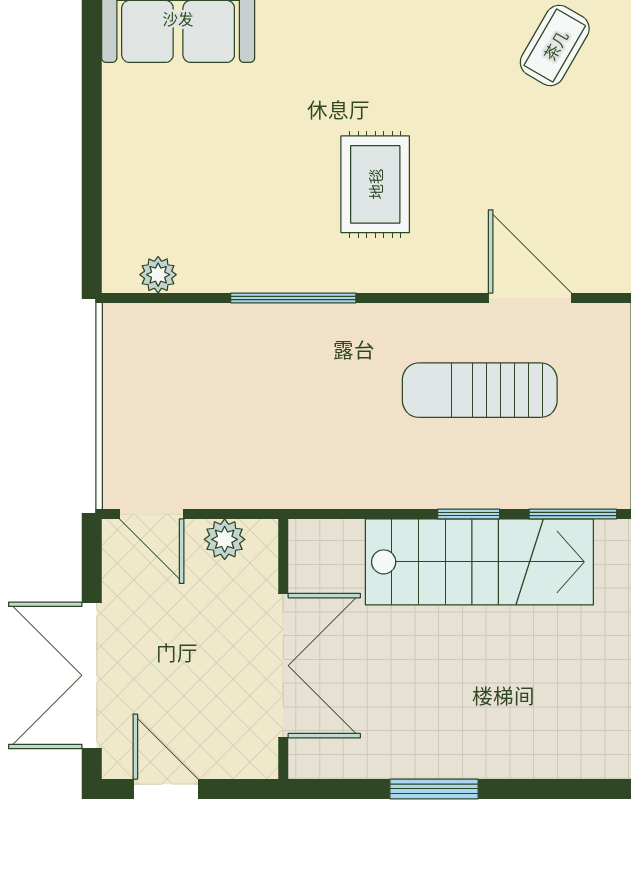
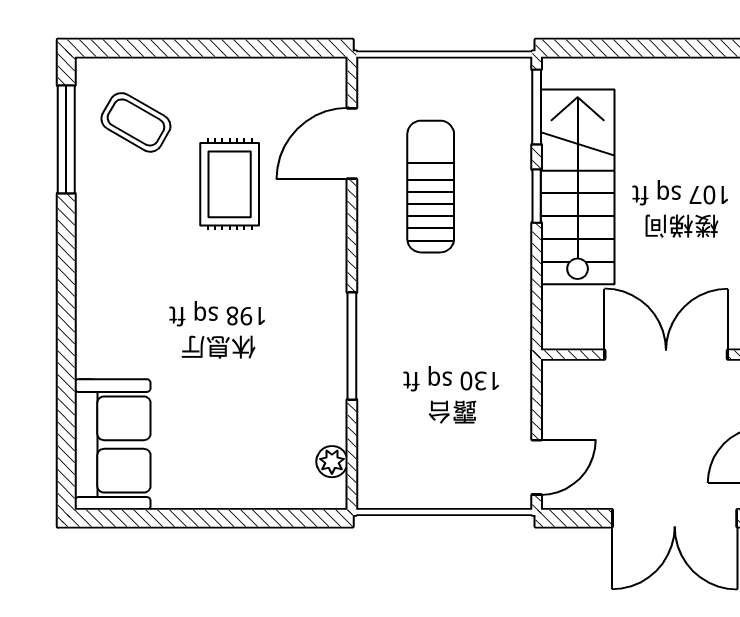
rug: (375, 184) -> (230, 184), moved, turned 90
sun lounger: (480, 390) -> (431, 187), turned 180
plant: (225, 539) -> (558, 405), removed

